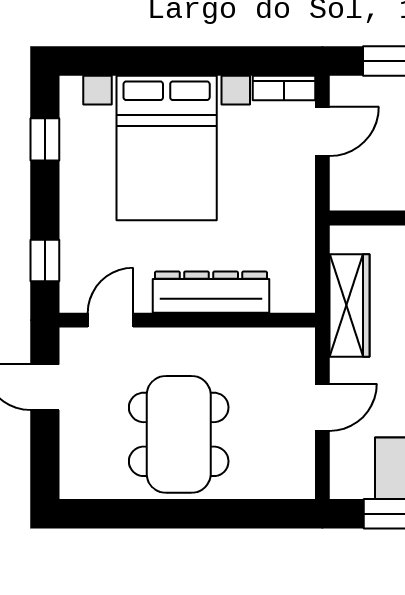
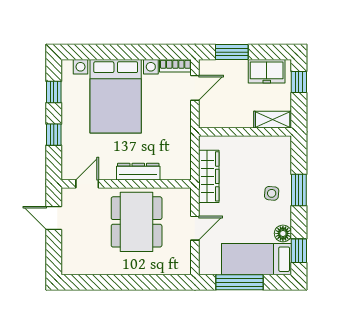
window: (45, 260) -> (54, 135), moved
dresser: (211, 292) -> (138, 172), width x0.73, depth x0.80
dining table: (179, 434) -> (137, 222), moved

